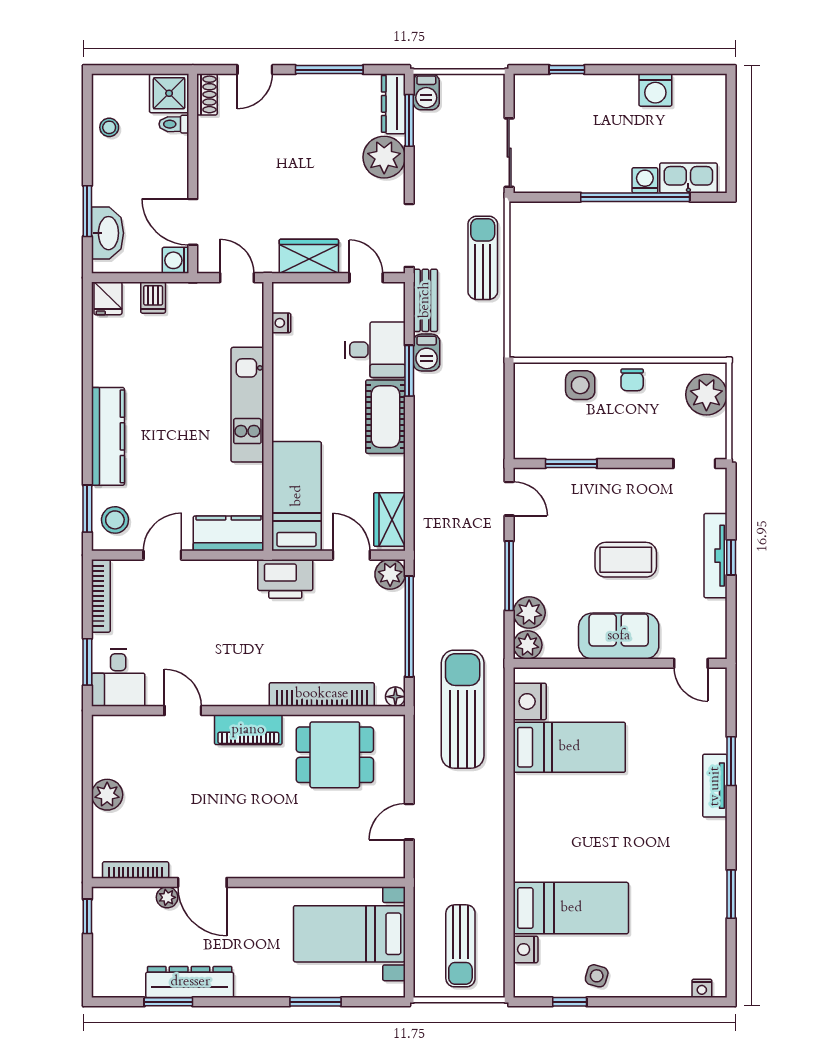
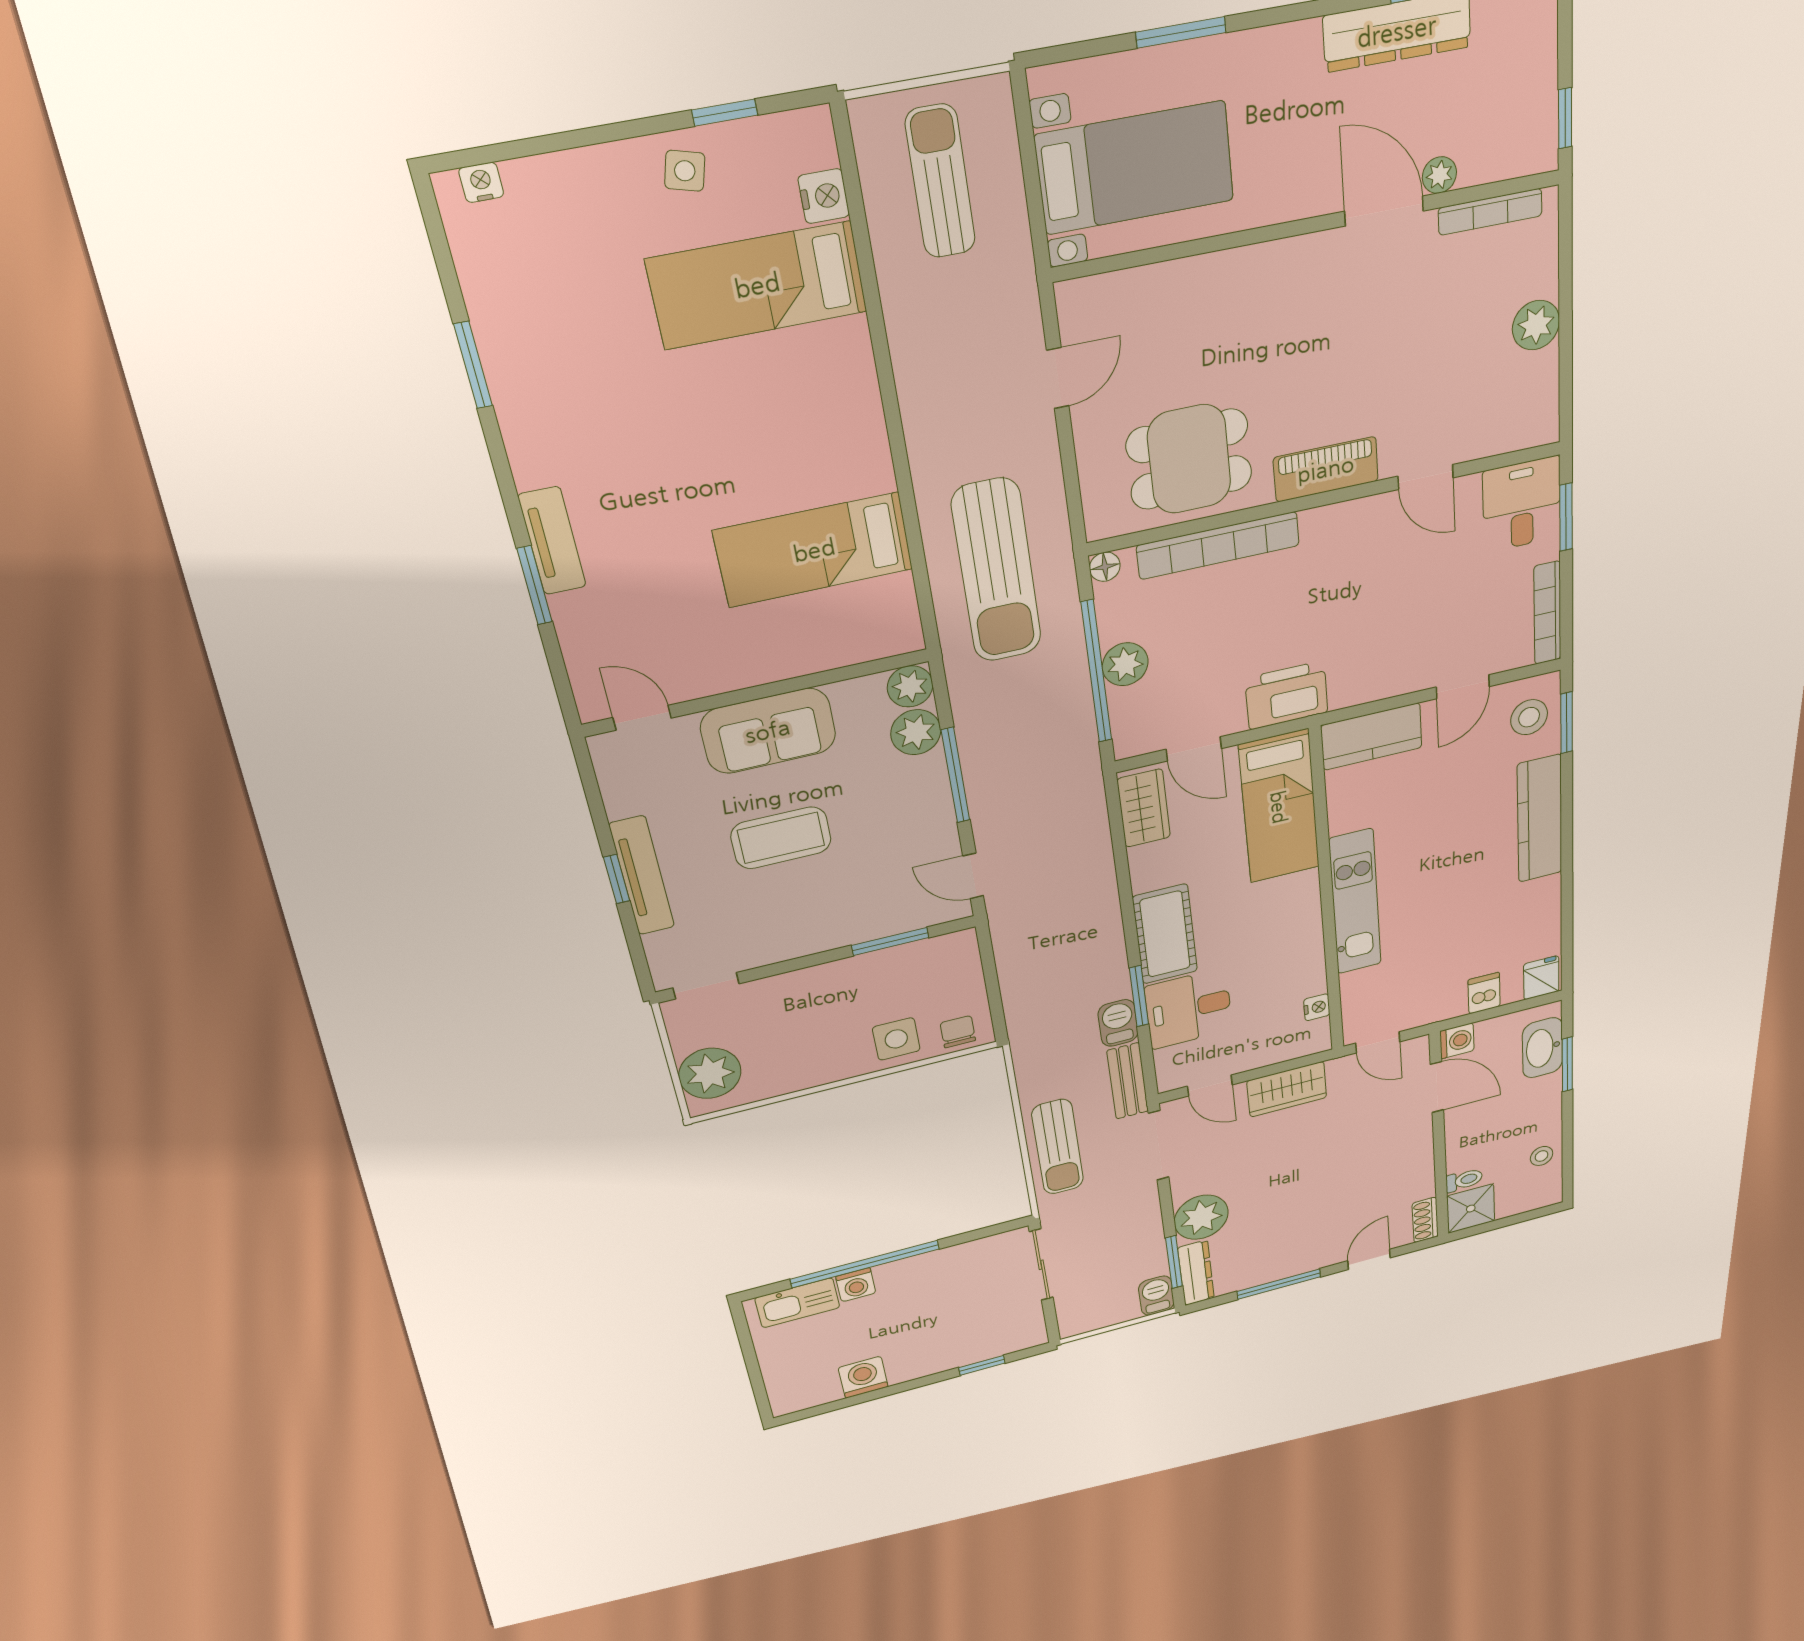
chair: (632, 380) -> (958, 1032), moved
plant: (390, 574) -> (1125, 664), moved
nightstand: (530, 701) -> (891, 605), removed

